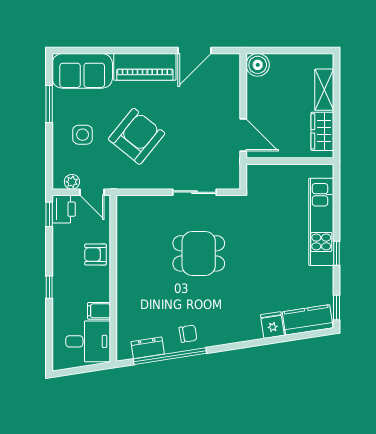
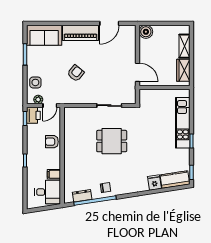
side table: (83, 135) -> (35, 82), moved
armchair: (137, 136) -> (76, 73), width x0.53, depth x0.53
door: (92, 192) -> (50, 106), hinge flipped

